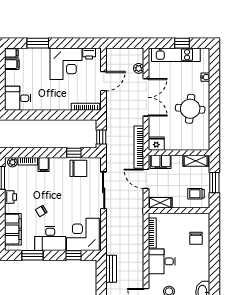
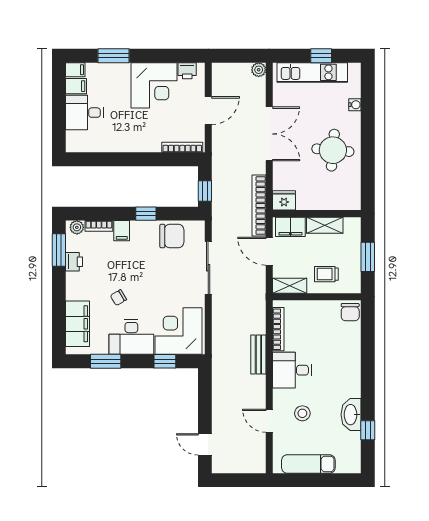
plant: (139, 68) -> (259, 70), moved
desk: (18, 98) -> (84, 113), moved
window: (74, 153) -> (146, 214), moved
shelving: (196, 161) -> (325, 225), moved
trolley: (196, 194) -> (326, 274), moved
printer: (10, 197) -> (74, 262), moved
chair: (196, 238) -> (350, 312), moved
bench: (111, 269) -> (258, 354), moved

